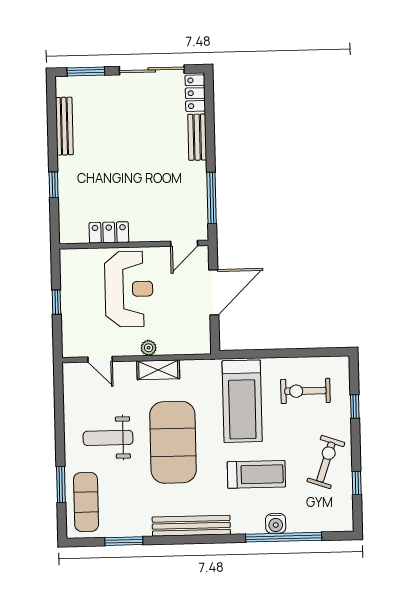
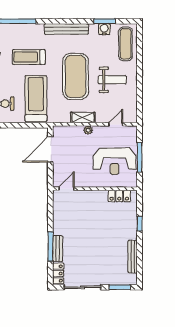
window: (212, 198) -> (50, 247), moved
locker: (109, 232) -> (119, 196), moved
reception desk: (129, 289) -> (115, 161), moved, turned -90
door: (214, 292) -> (50, 149), moved
window: (56, 302) -> (140, 157), width x2.17
door: (100, 359) -> (116, 124), hinge flipped
window: (61, 484) -> (140, 54), removed
water cooler: (276, 523) -> (104, 29), moved

